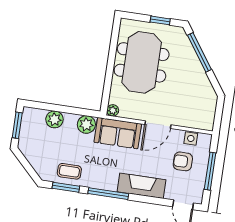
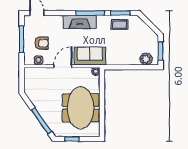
plant: (54, 119) -> (146, 59), moved
plant: (86, 124) -> (113, 59), removed
fireplace: (142, 186) -> (80, 22), moved

